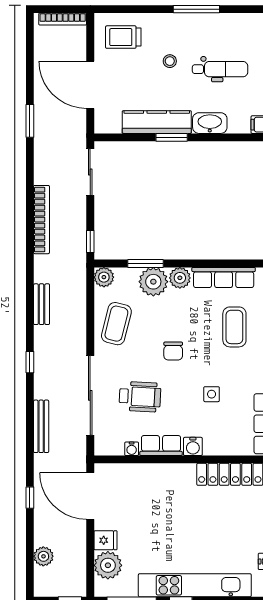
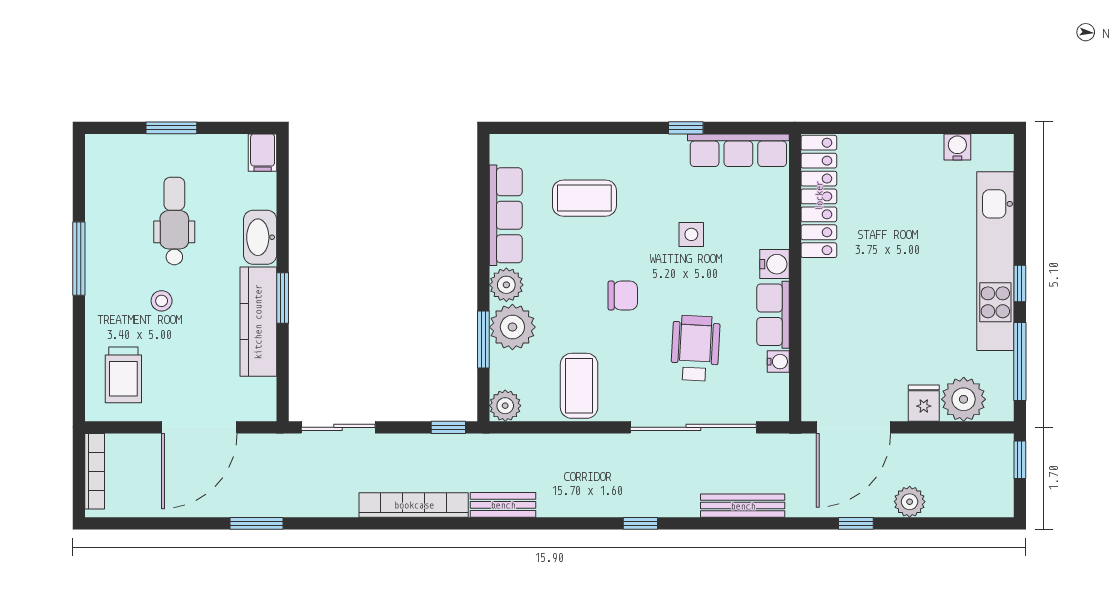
bench: (42, 304) -> (503, 505), moved
coffee table: (116, 324) -> (579, 386), turned 76
plant: (43, 556) -> (910, 502), moved

